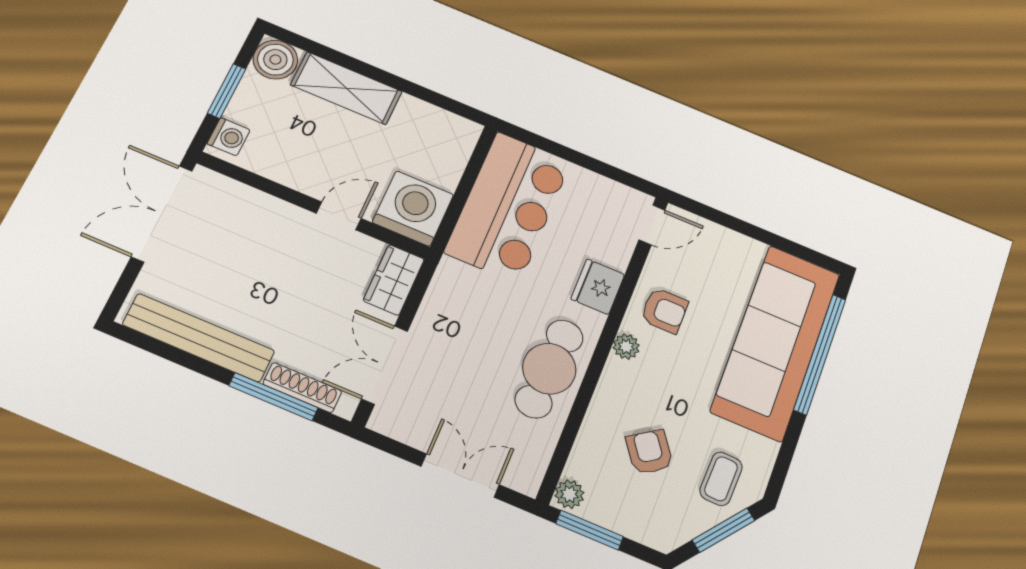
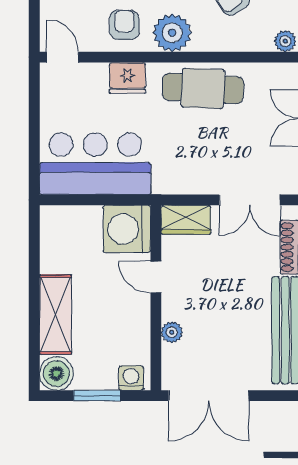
plant: (262, 205) -> (172, 332), added
plant: (626, 347) -> (172, 33), width x1.87, depth x1.87

